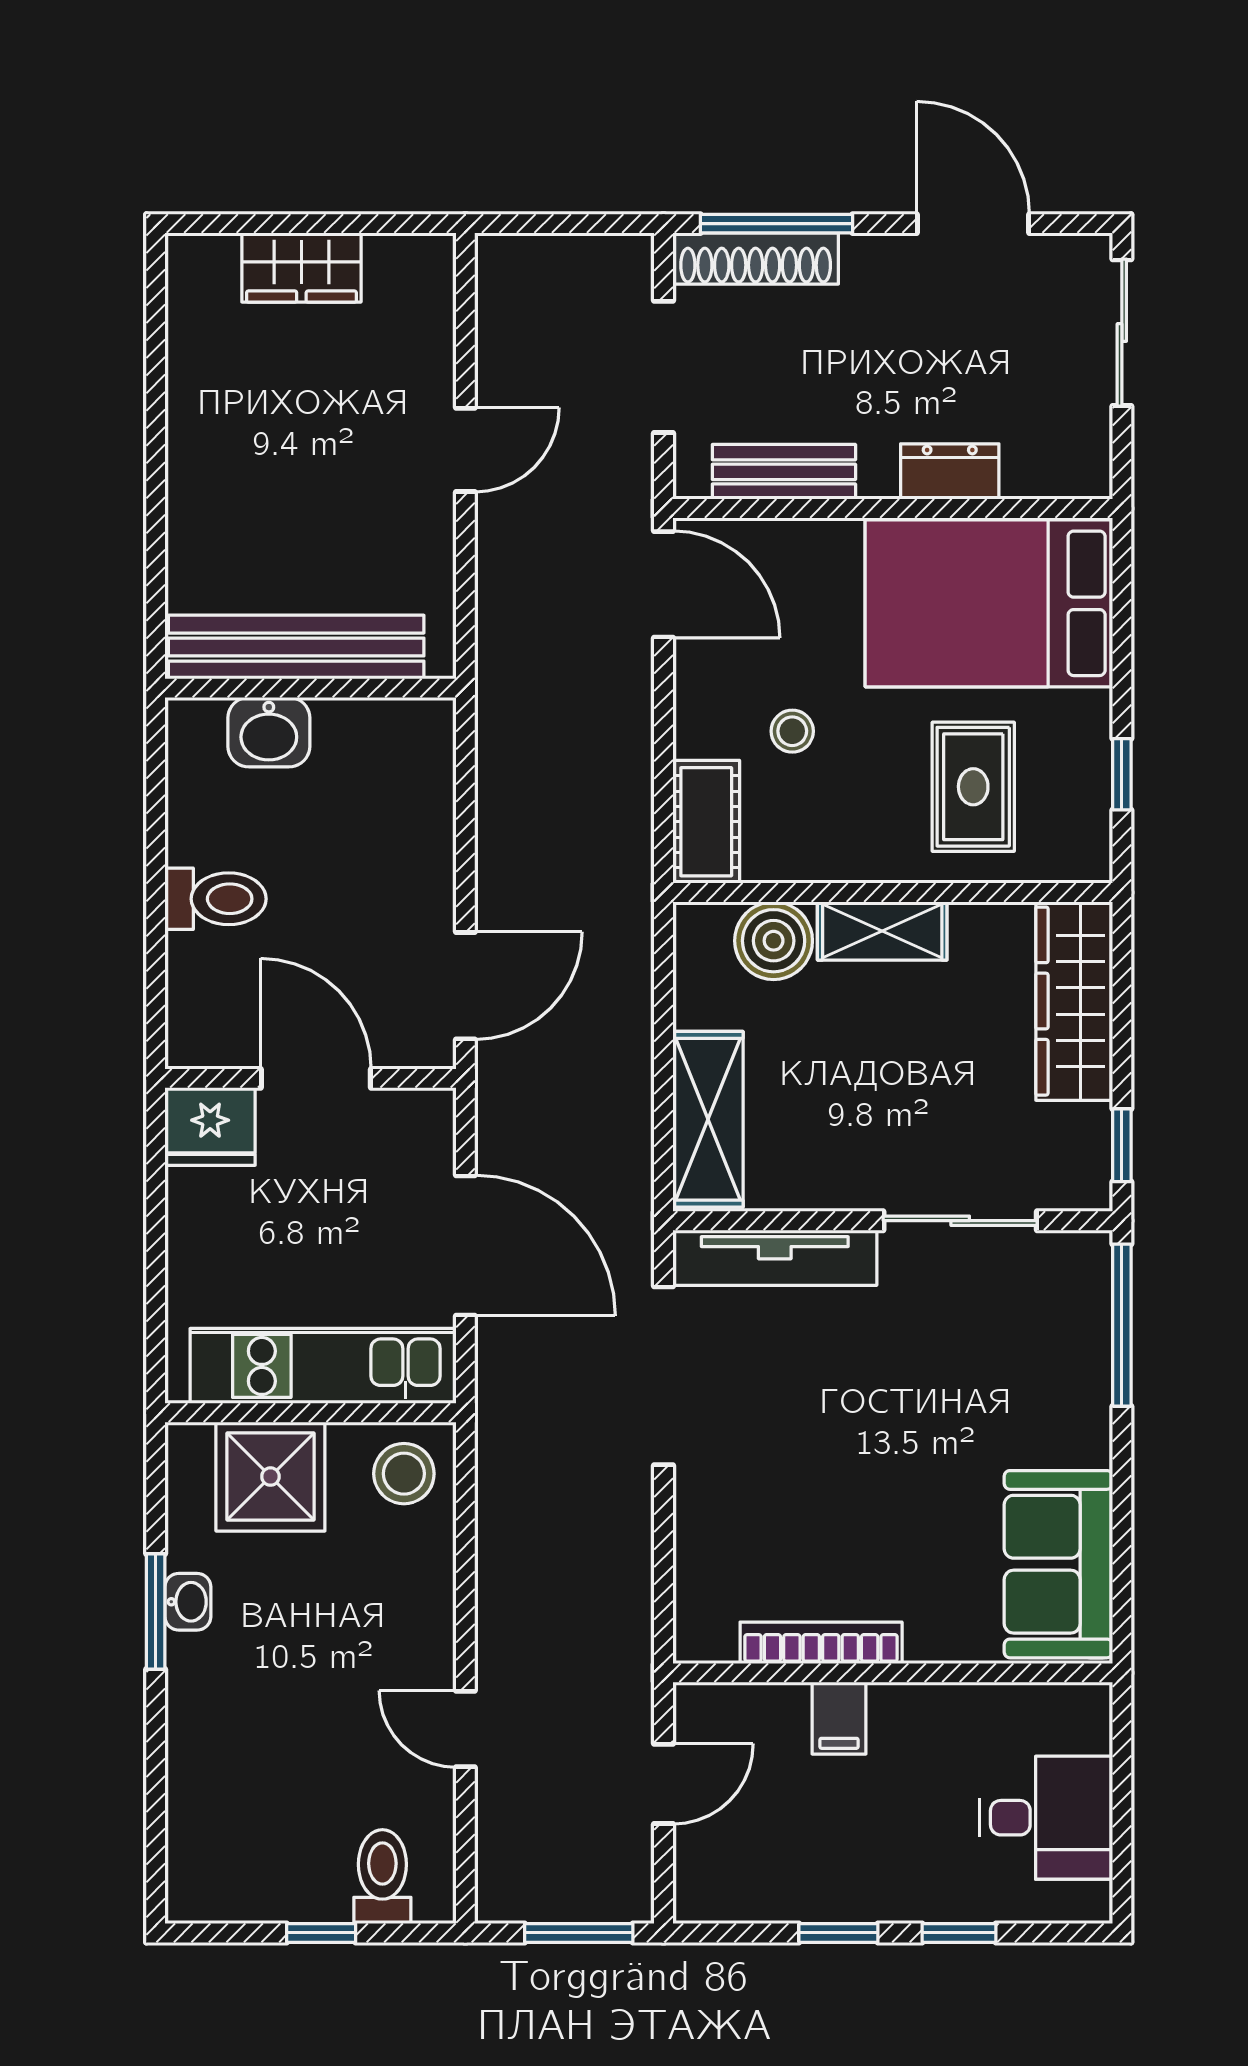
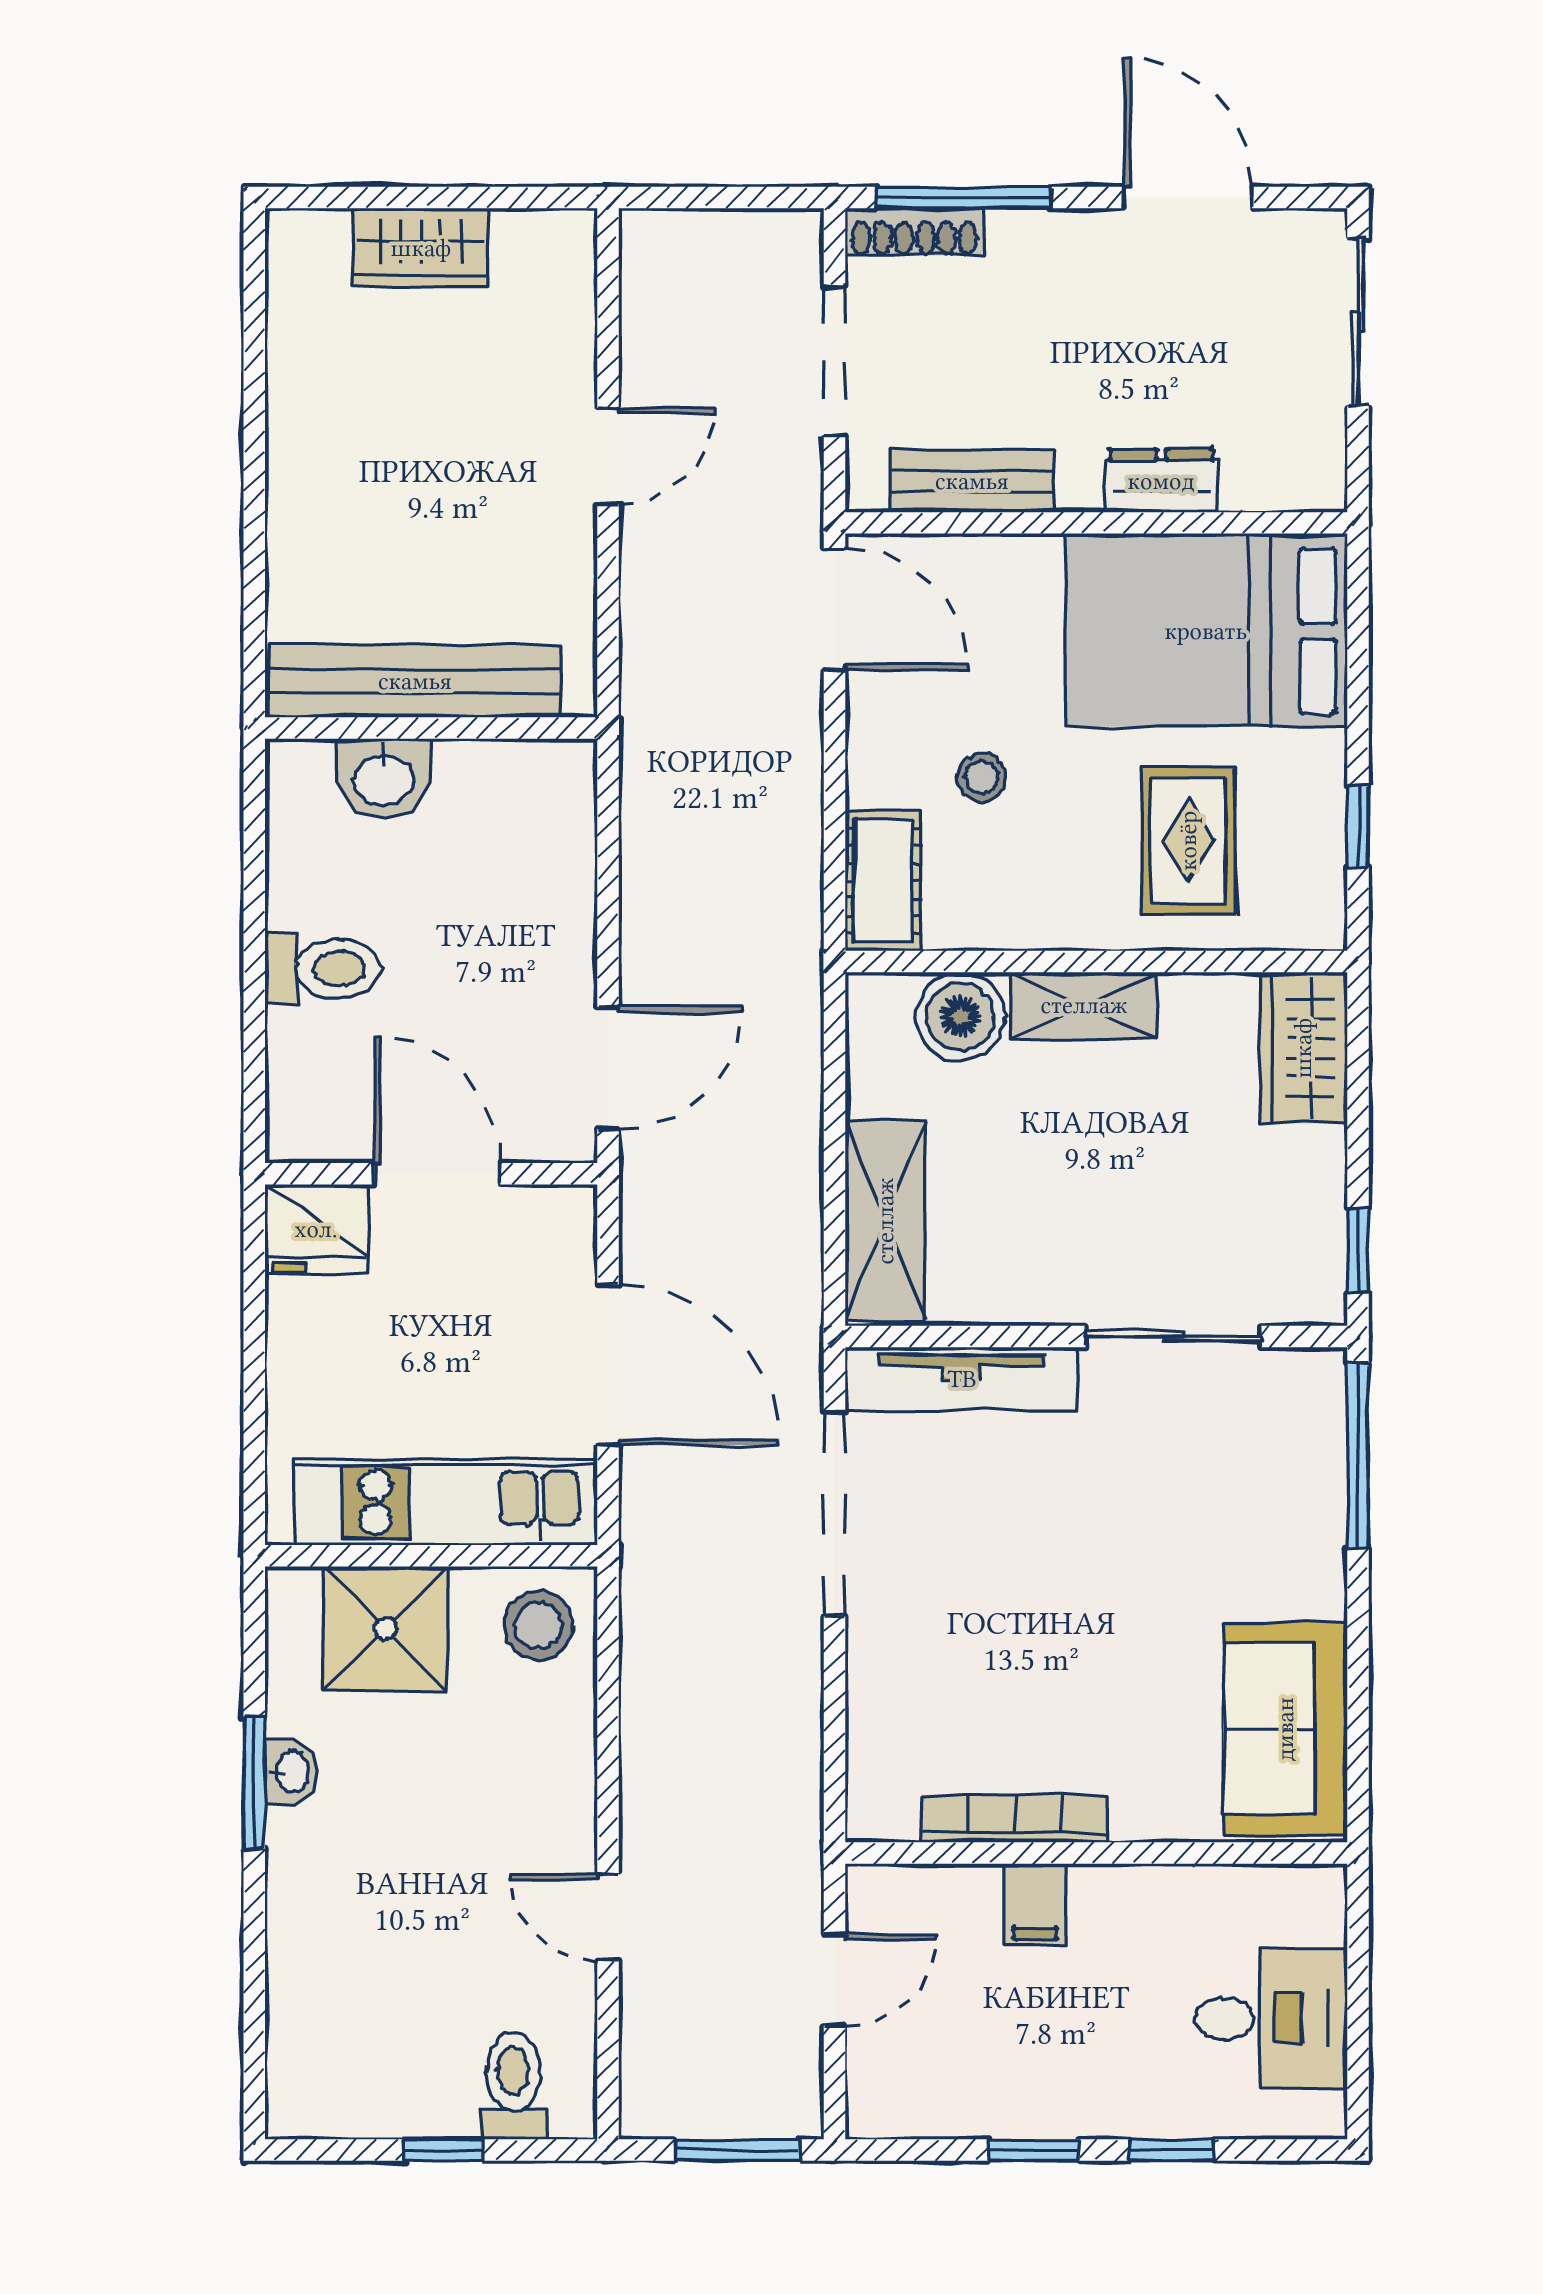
shoe rack: (756, 258) -> (915, 232), width x0.74, depth x0.81
wardrobe: (1074, 1001) -> (1303, 1048), width x0.67

